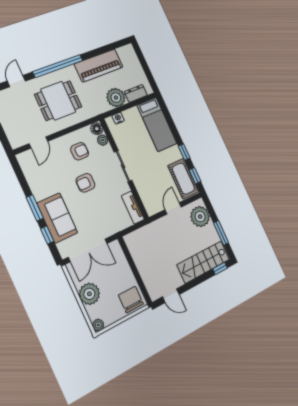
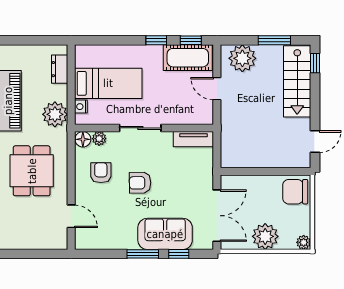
plant: (116, 98) -> (55, 114), moved
bed: (157, 124) -> (108, 83), moved
armchair: (85, 183) -> (140, 183), turned 89

